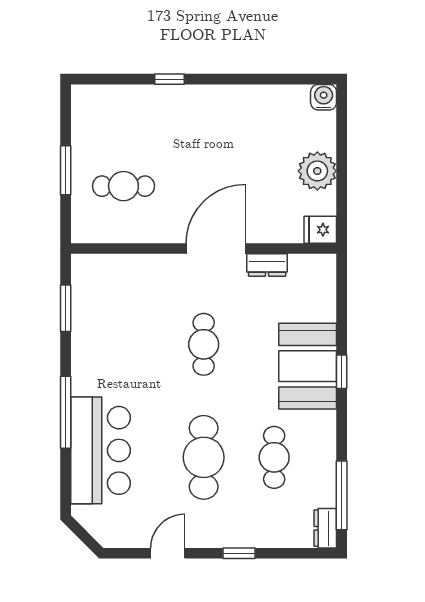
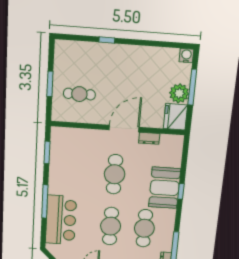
window: (342, 157) -> (192, 87), added
fridge: (320, 230) -> (175, 117), width x1.88, depth x1.34
cafe table: (204, 344) -> (115, 174), width x1.37, depth x1.35
cafe table: (274, 457) -> (144, 228), width x1.37, depth x1.35

